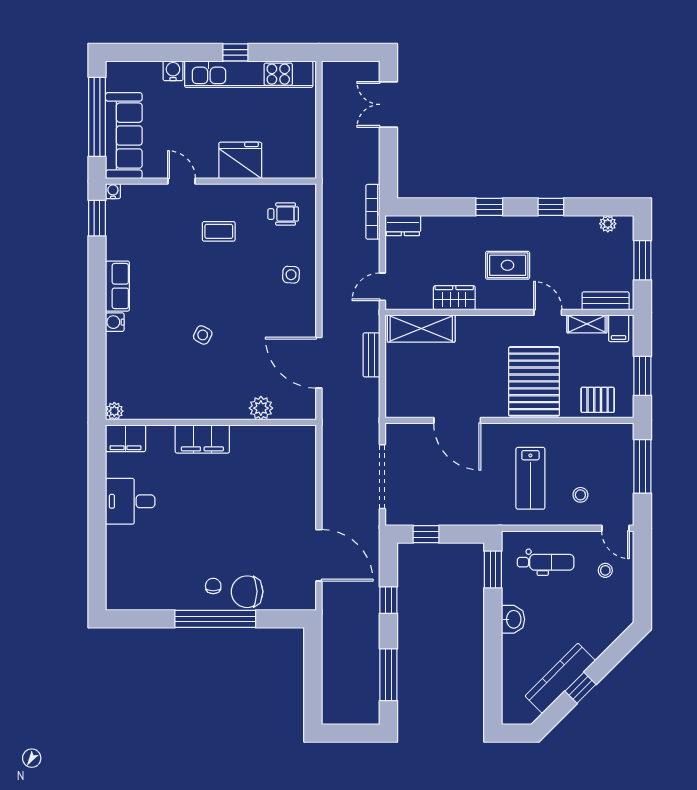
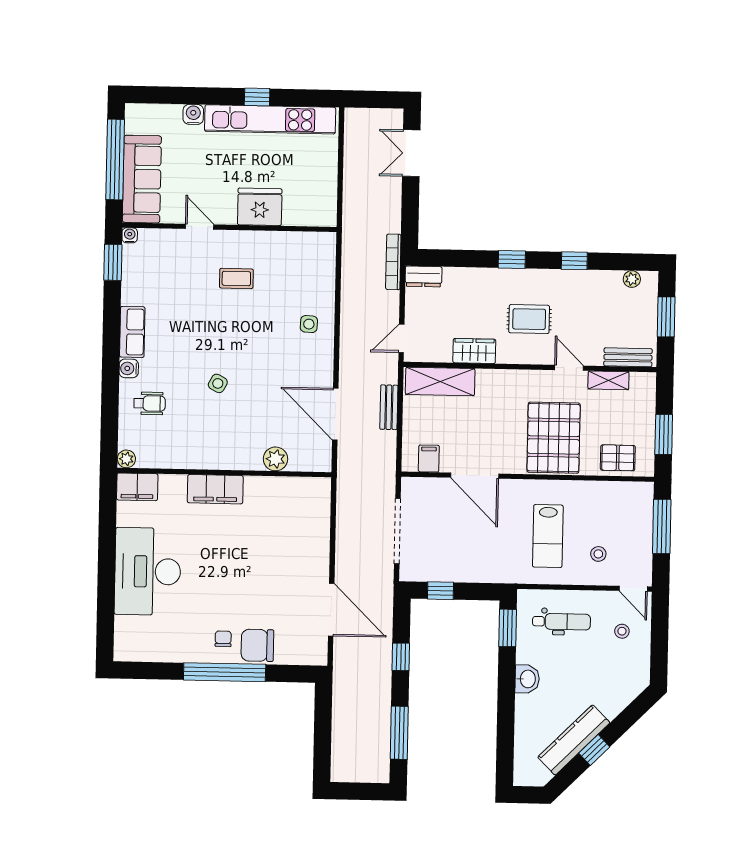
wheelchair: (283, 214) -> (149, 403), moved
filing cabinet: (619, 328) -> (429, 458), moved, turned 180
desk: (130, 501) -> (148, 571), width x1.87, depth x1.30

